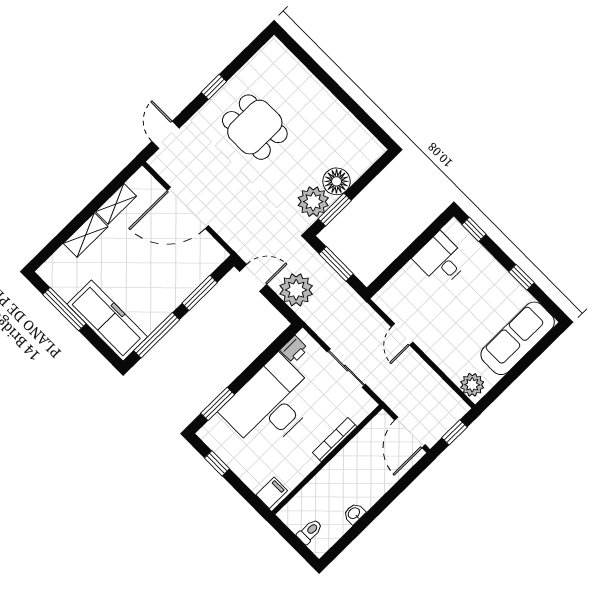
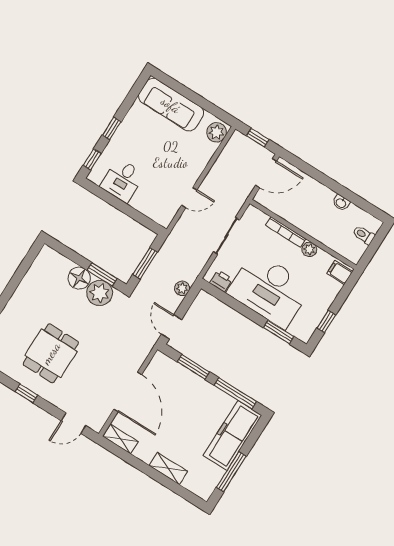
shelving: (116, 204) -> (121, 439), moved
window: (522, 277) -> (112, 128), moved
plant: (296, 290) -> (182, 288), width x0.53, depth x0.53
plant: (307, 463) -> (309, 249), added

